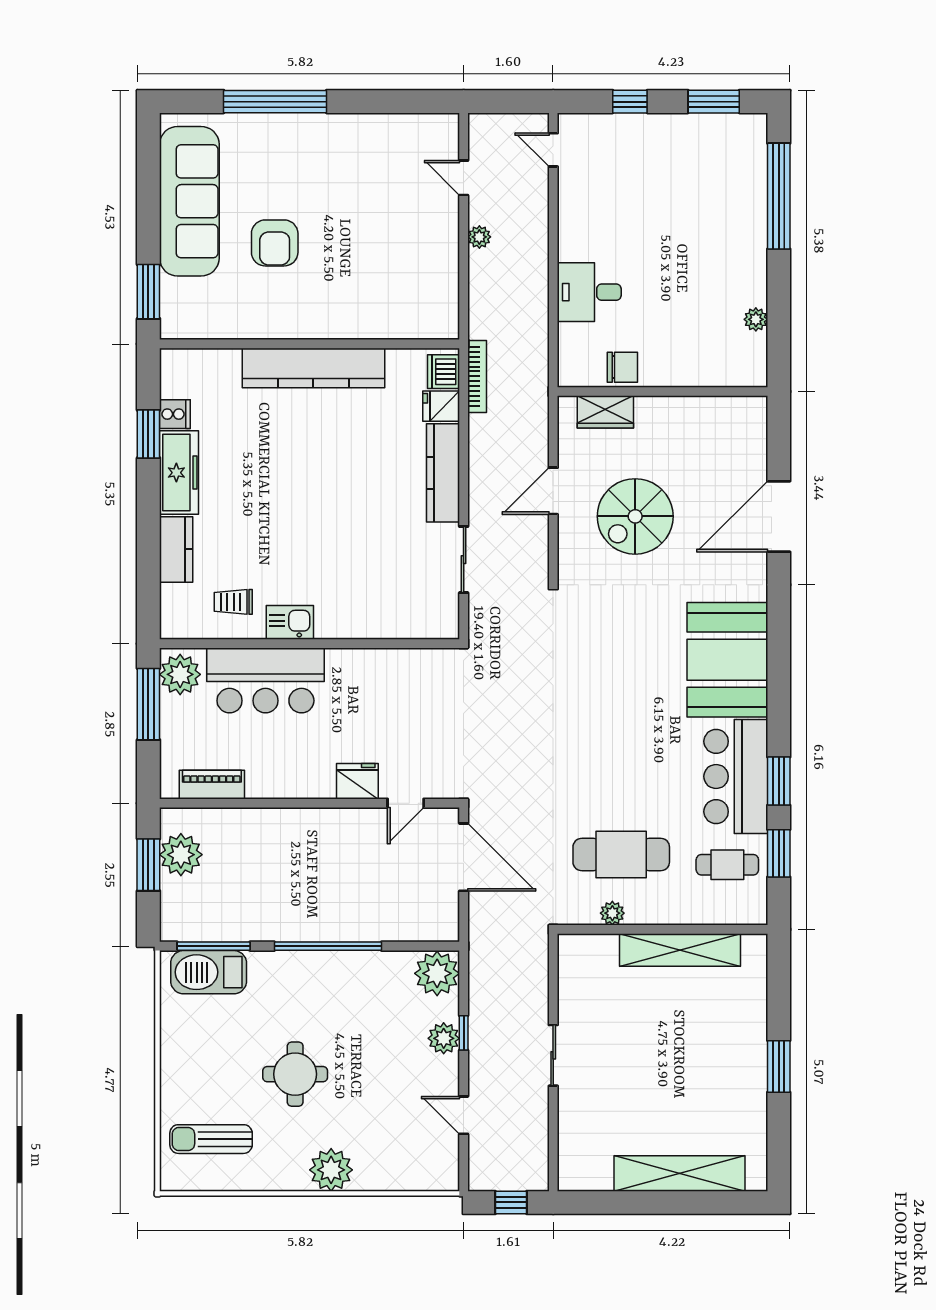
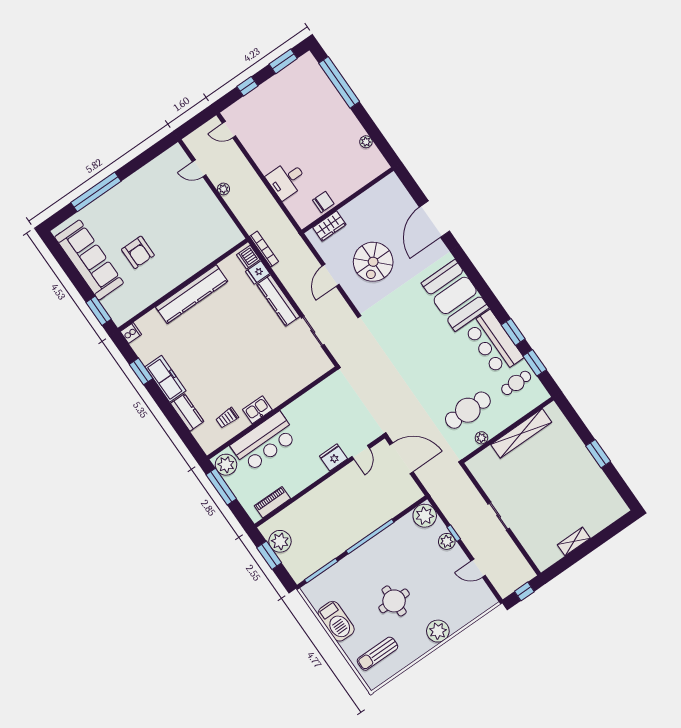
cooker: (175, 414) -> (131, 333), moved
barbecue: (209, 972) -> (336, 621), moved, turned -90
shelving: (680, 1173) -> (574, 541), width x0.45, depth x0.75

